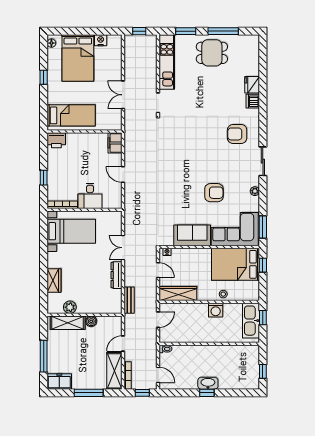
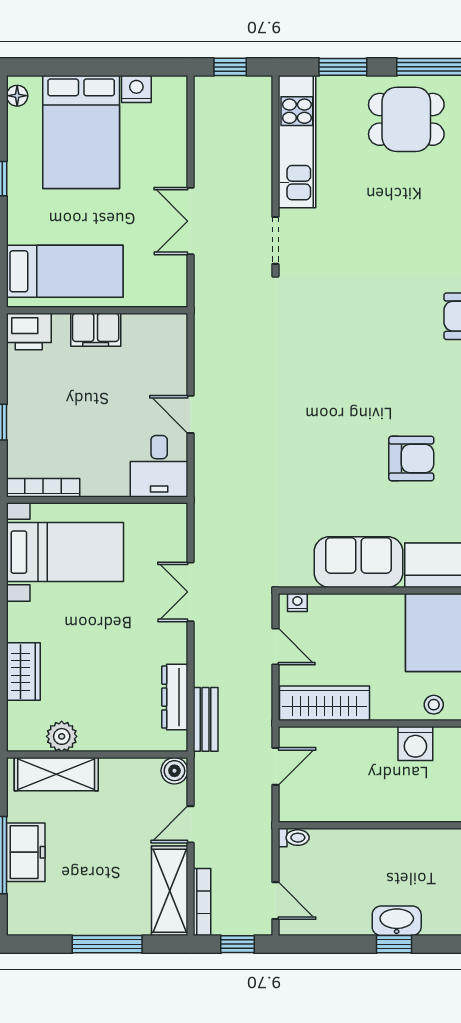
filing cabinet: (115, 143) -> (96, 330), moved, turned -90
desk: (90, 196) -> (159, 466), moved
dresser: (116, 275) -> (175, 697), moved
boiler: (91, 321) -> (174, 771), moved
freezer: (59, 381) -> (26, 852), moved, turned 90

